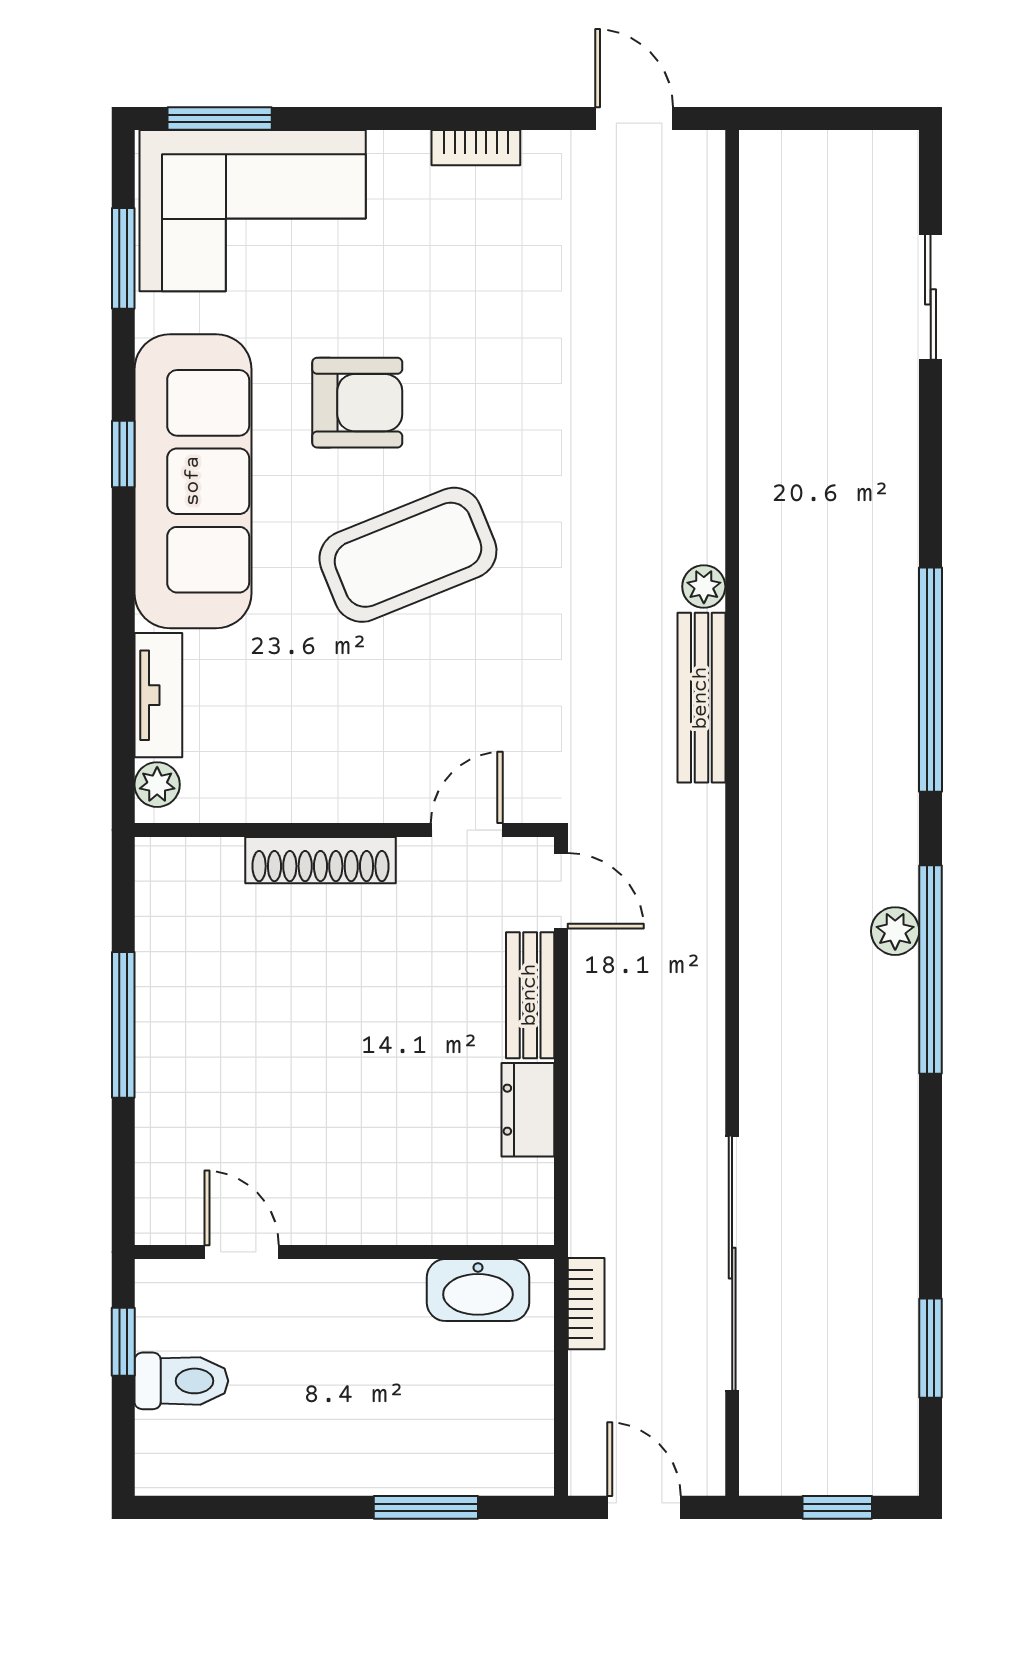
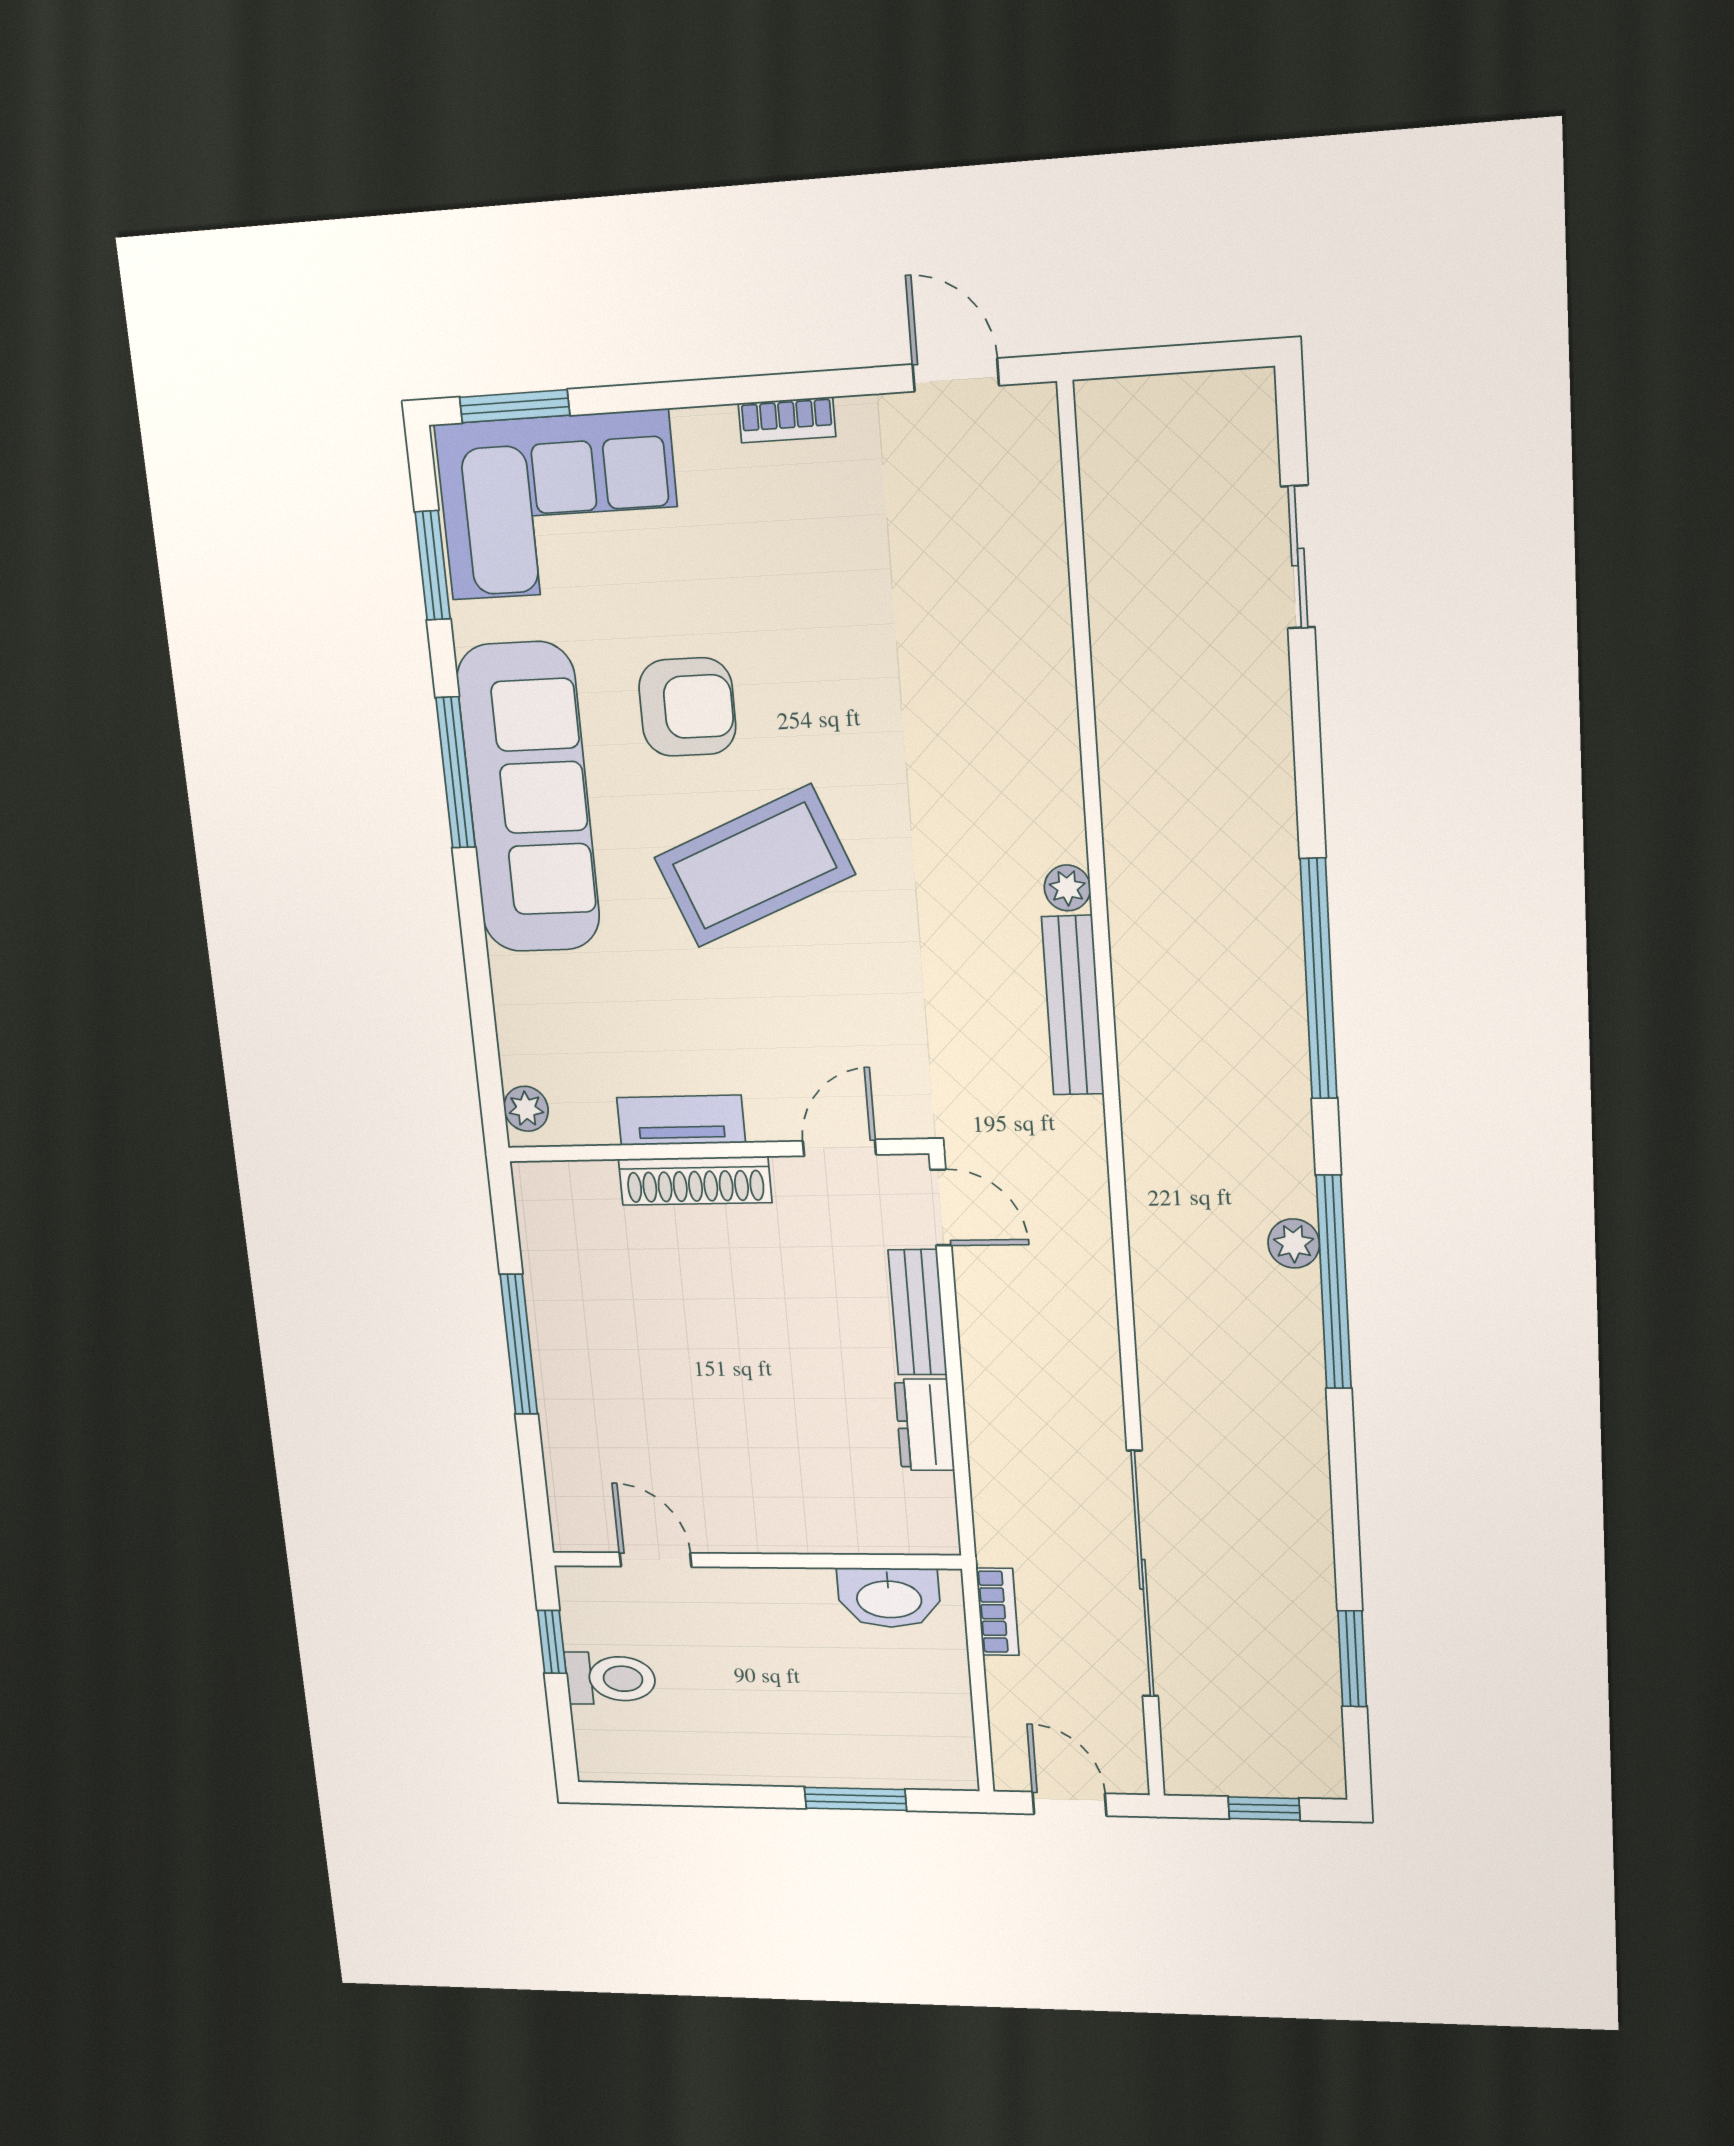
window: (123, 454) -> (456, 773), width x2.17
tv unit: (158, 695) -> (681, 1120), moved, turned -90

